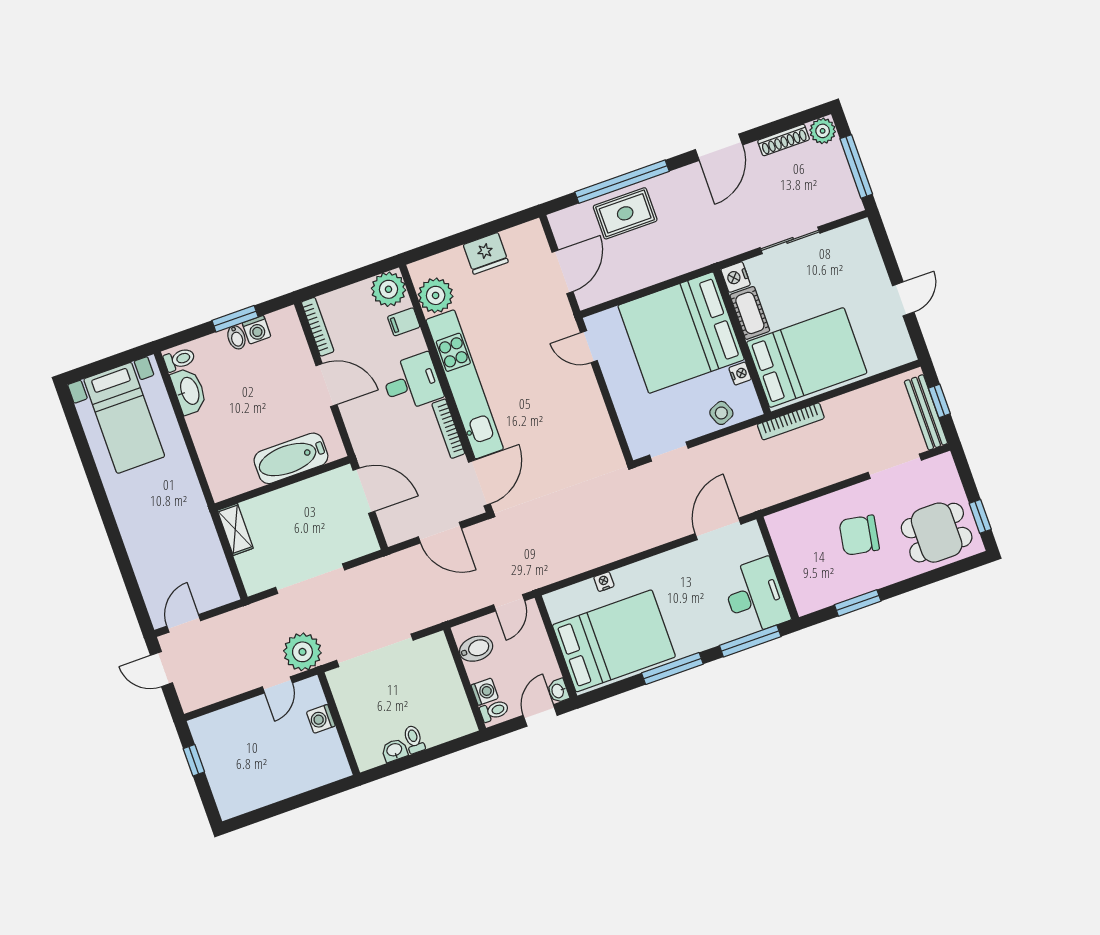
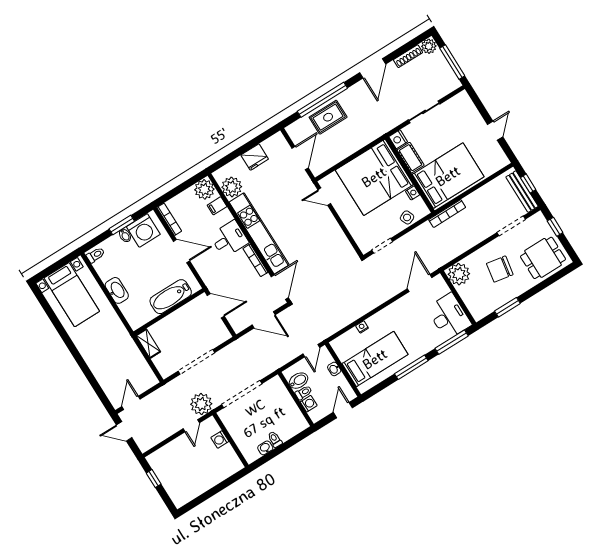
washing machine: (257, 330) -> (143, 230), width x1.89, depth x1.89
washbasin: (189, 391) -> (117, 290), moved
window: (980, 516) -> (555, 227), moved
plant: (788, 528) -> (459, 274), added
bed: (614, 641) -> (375, 359), width x0.67
washbasin: (558, 691) -> (334, 369), moved
toilet: (494, 711) -> (304, 392), moved

